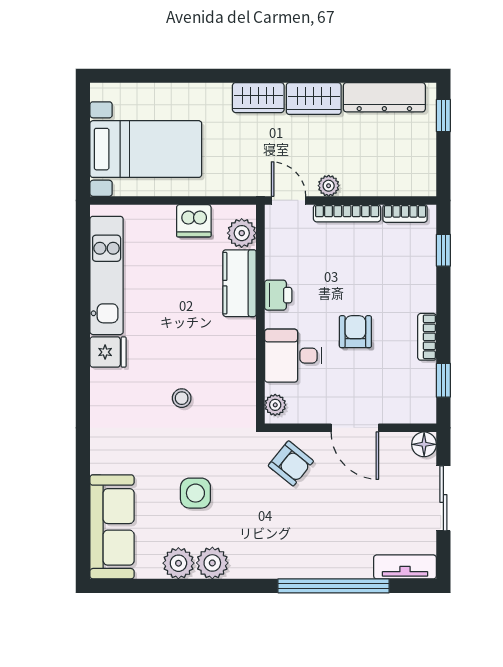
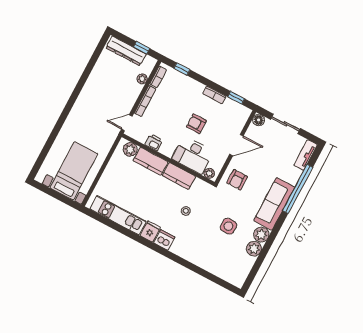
dresser: (384, 97) -> (126, 51), moved, turned 90
wardrobe: (258, 98) -> (77, 113), removed
wardrobe: (314, 99) -> (90, 90), removed
window: (443, 115) -> (142, 48), moved
plant: (329, 186) -> (142, 79), moved
dishwasher: (194, 221) -> (164, 240), moved, turned -90
printer: (278, 295) -> (154, 142), moved
kitchen counter: (240, 351) -> (179, 176), added
desk: (293, 356) -> (193, 155), width x1.37
armchair: (291, 463) -> (237, 180), turned 141
sofa: (112, 527) -> (274, 204), moved, turned -90

